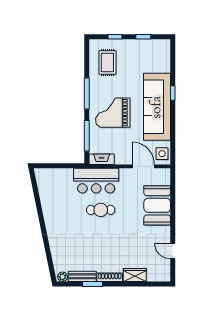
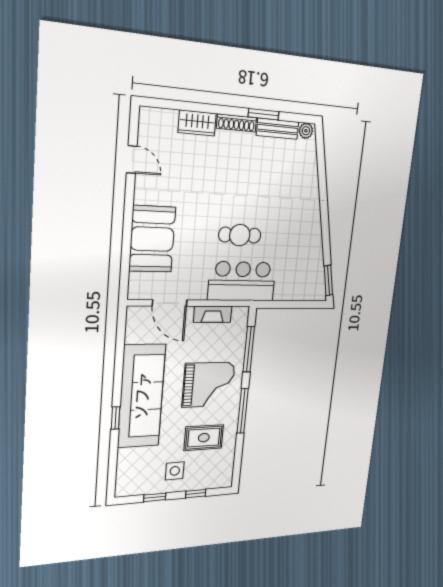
rug: (107, 62) -> (204, 438), moved, turned 90
side table: (162, 154) -> (175, 471), moved
fireplace: (102, 159) -> (213, 314), moved
window: (34, 182) -> (328, 280), added

